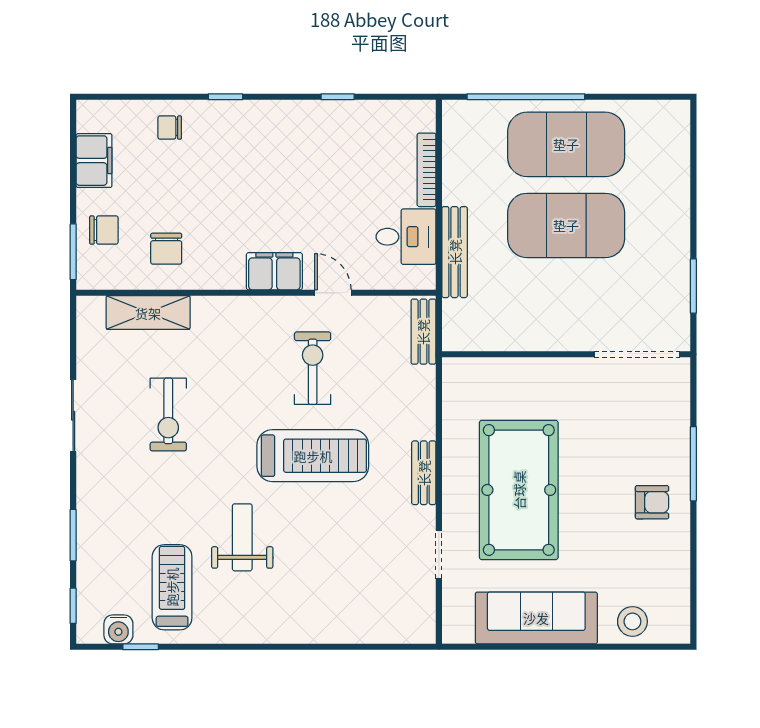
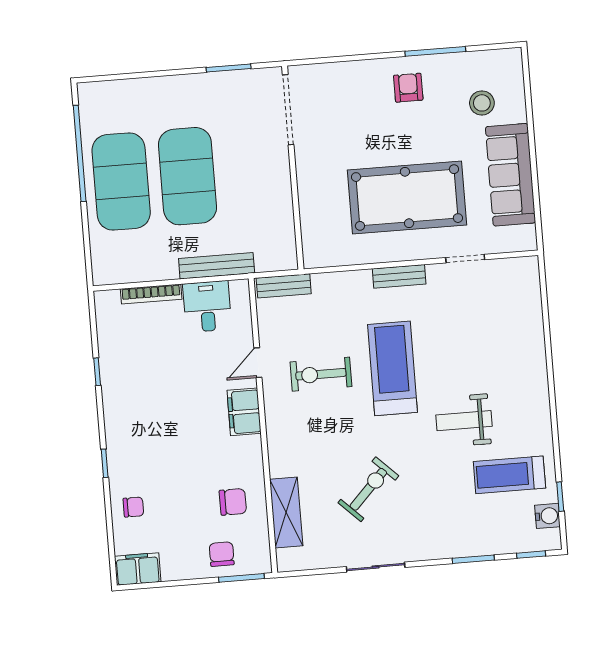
window: (526, 97) -> (80, 153), moved
chair: (170, 127) -> (133, 507), turned -90
filing cabinet: (94, 161) -> (138, 569), moved
exercise bike: (168, 415) -> (368, 489), turned -46
window: (693, 464) -> (435, 51), moved
stool: (632, 621) -> (482, 103), moved

